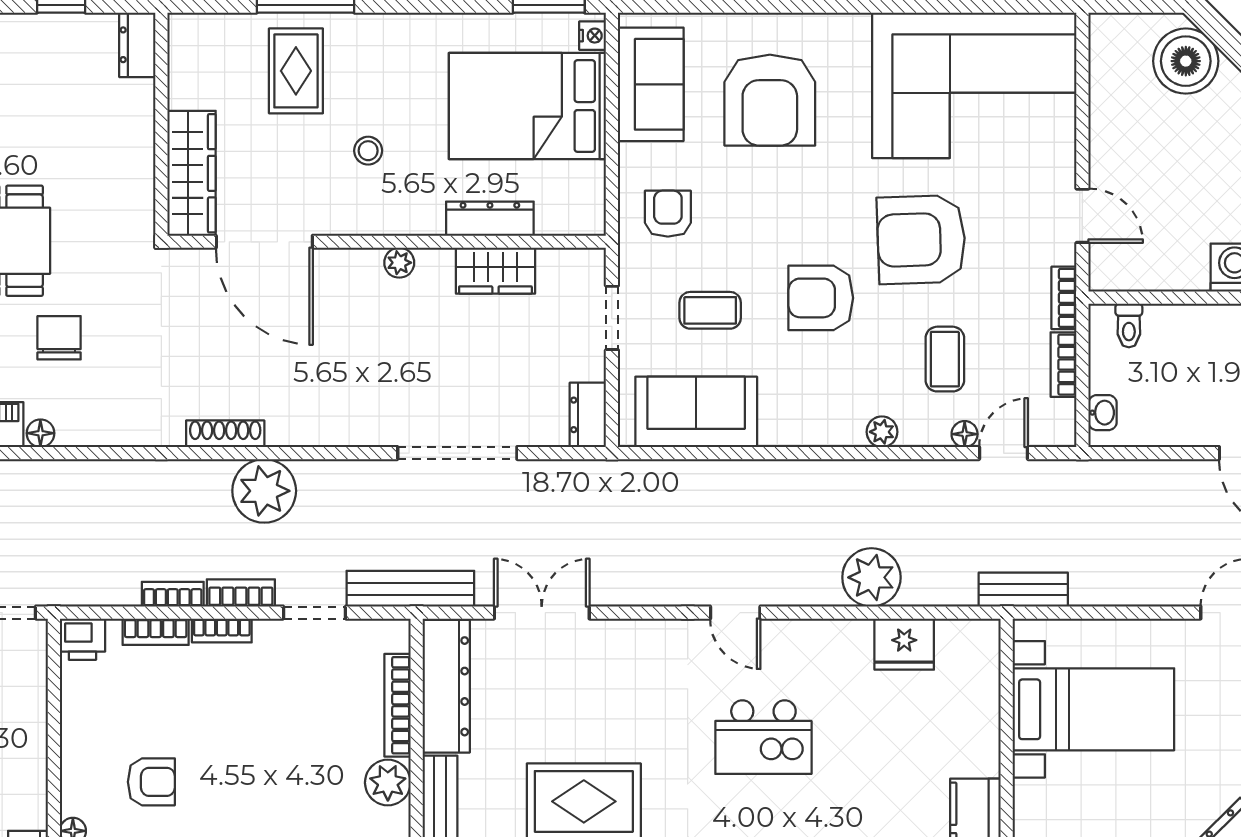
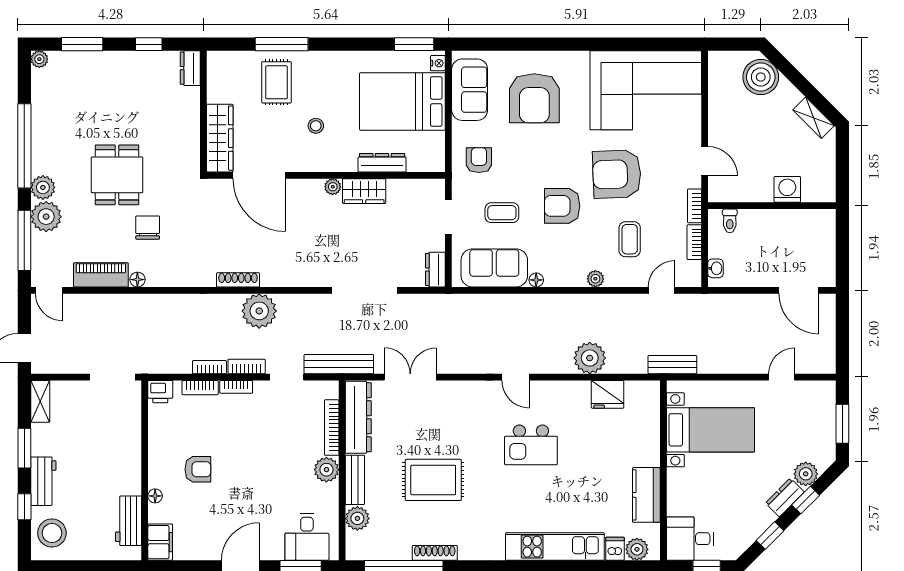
wardrobe: (495, 271) -> (364, 191), moved
floor lamp: (965, 434) -> (536, 280), moved

